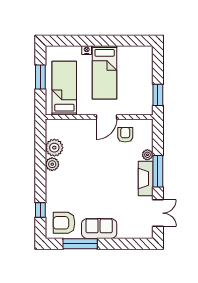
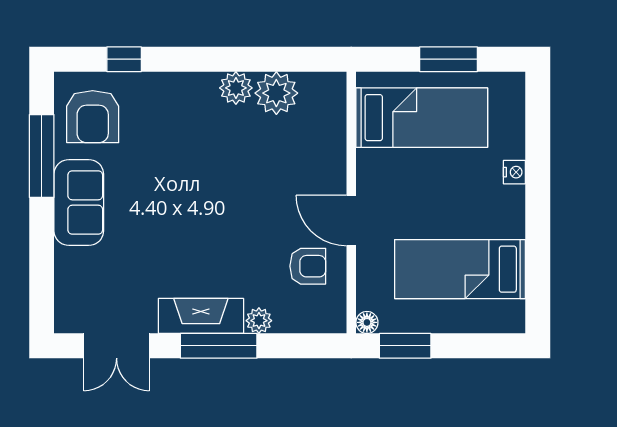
bed: (105, 72) -> (460, 269), moved
floor lamp: (148, 110) -> (367, 322), added
armchair: (64, 223) -> (93, 117), turned 180

